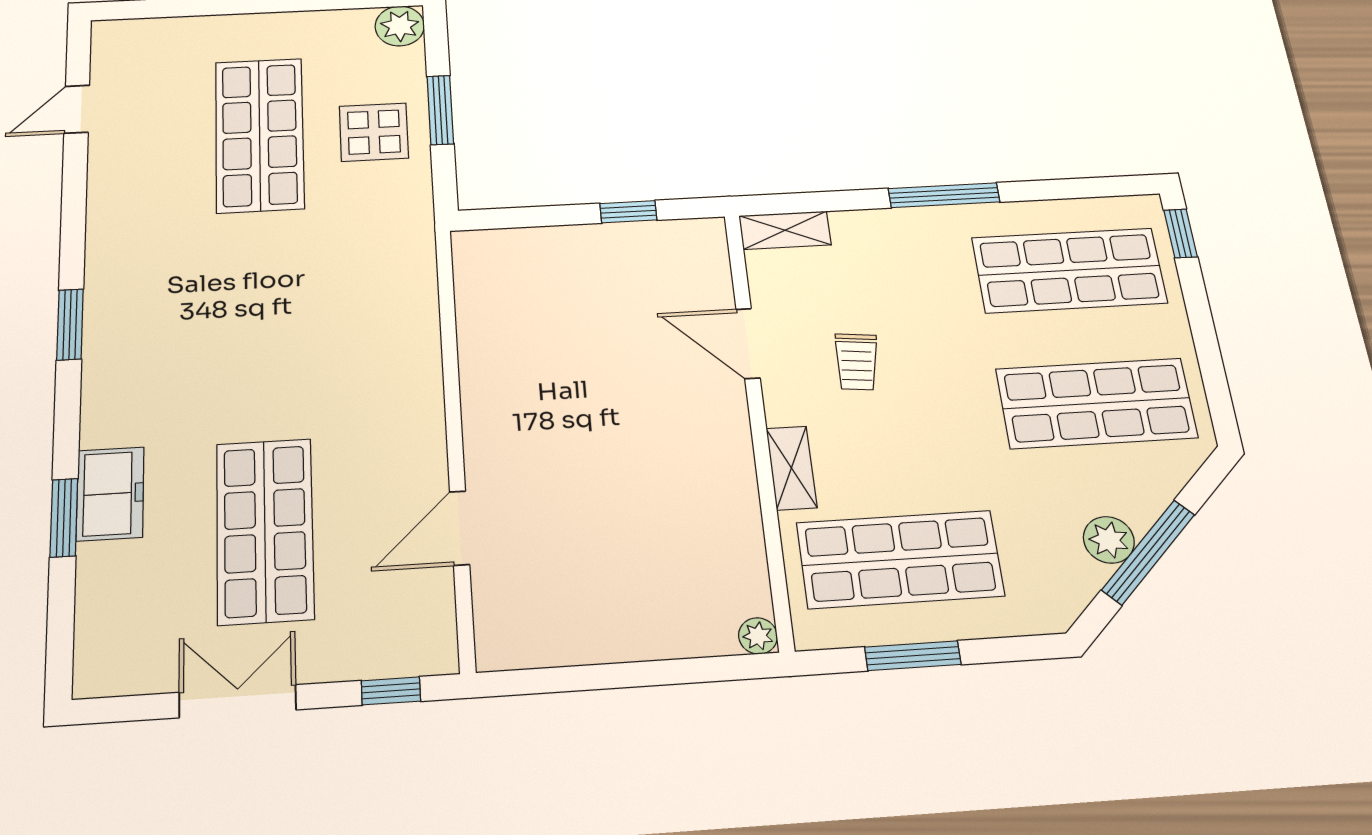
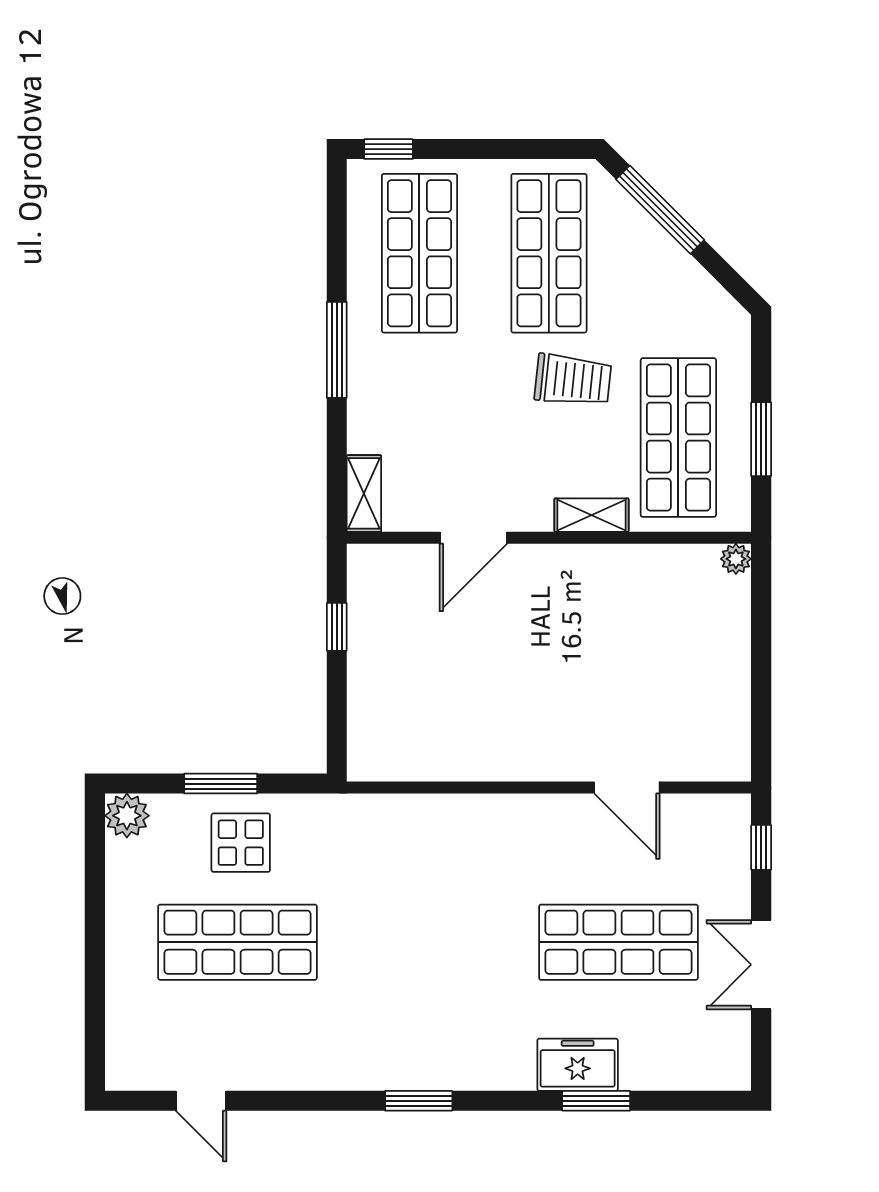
trolley: (857, 362) -> (573, 380), moved, width x1.36, depth x1.39
plant: (1109, 540) -> (673, 266), removed
window: (1148, 552) -> (660, 210), moved

